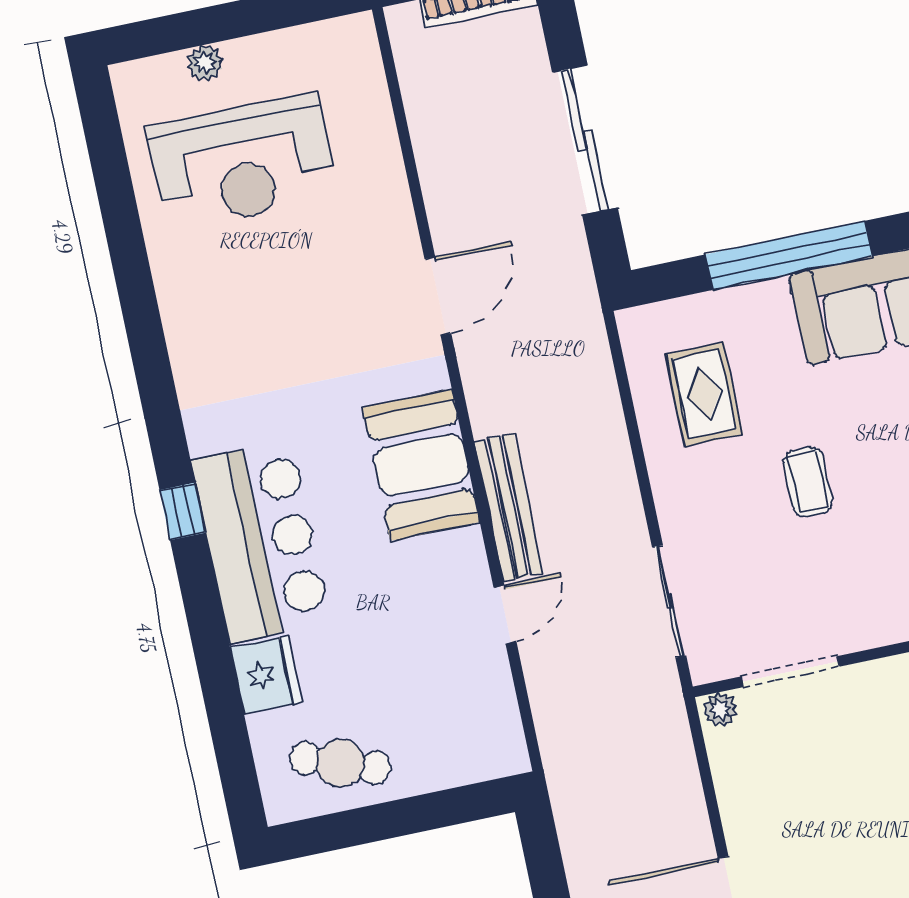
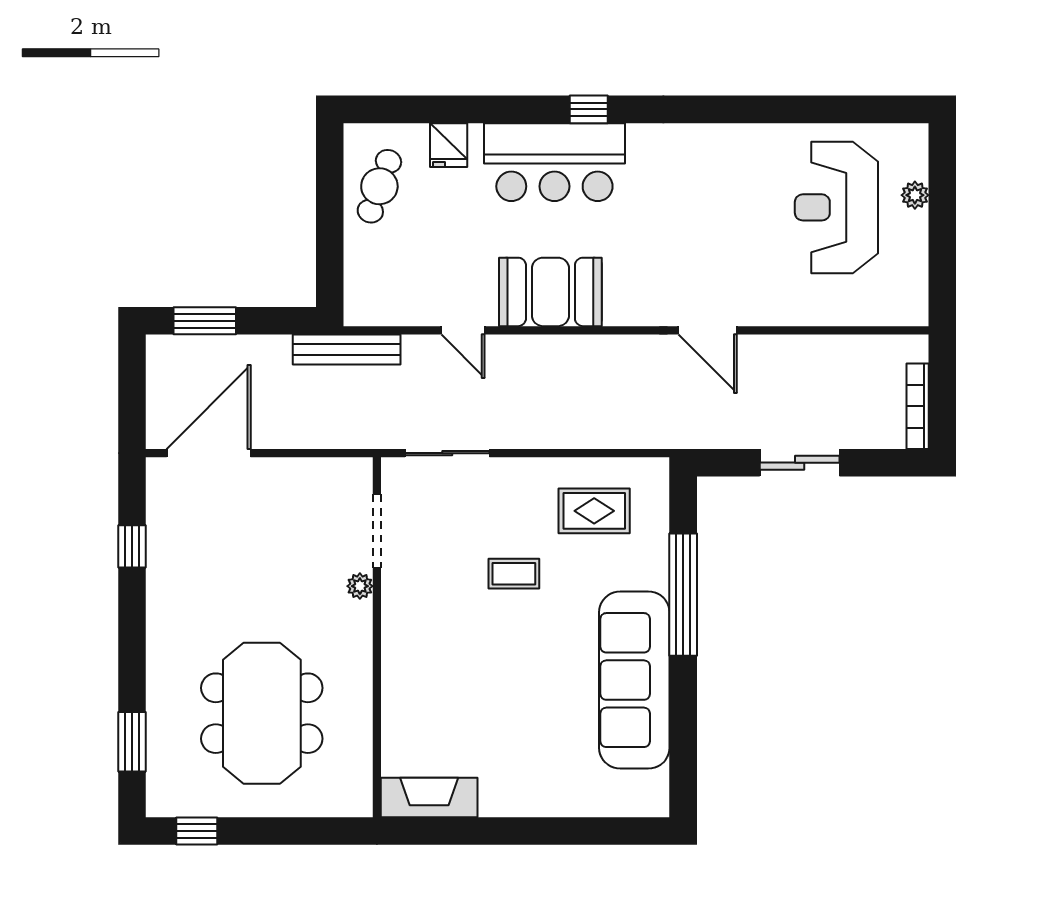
sliding door: (585, 140) -> (800, 463), width x0.73
booth: (421, 465) -> (550, 292), moved
bench: (508, 507) -> (347, 350), moved
fridge: (266, 675) -> (449, 145), width x0.72
plant: (720, 709) -> (360, 586), moved

